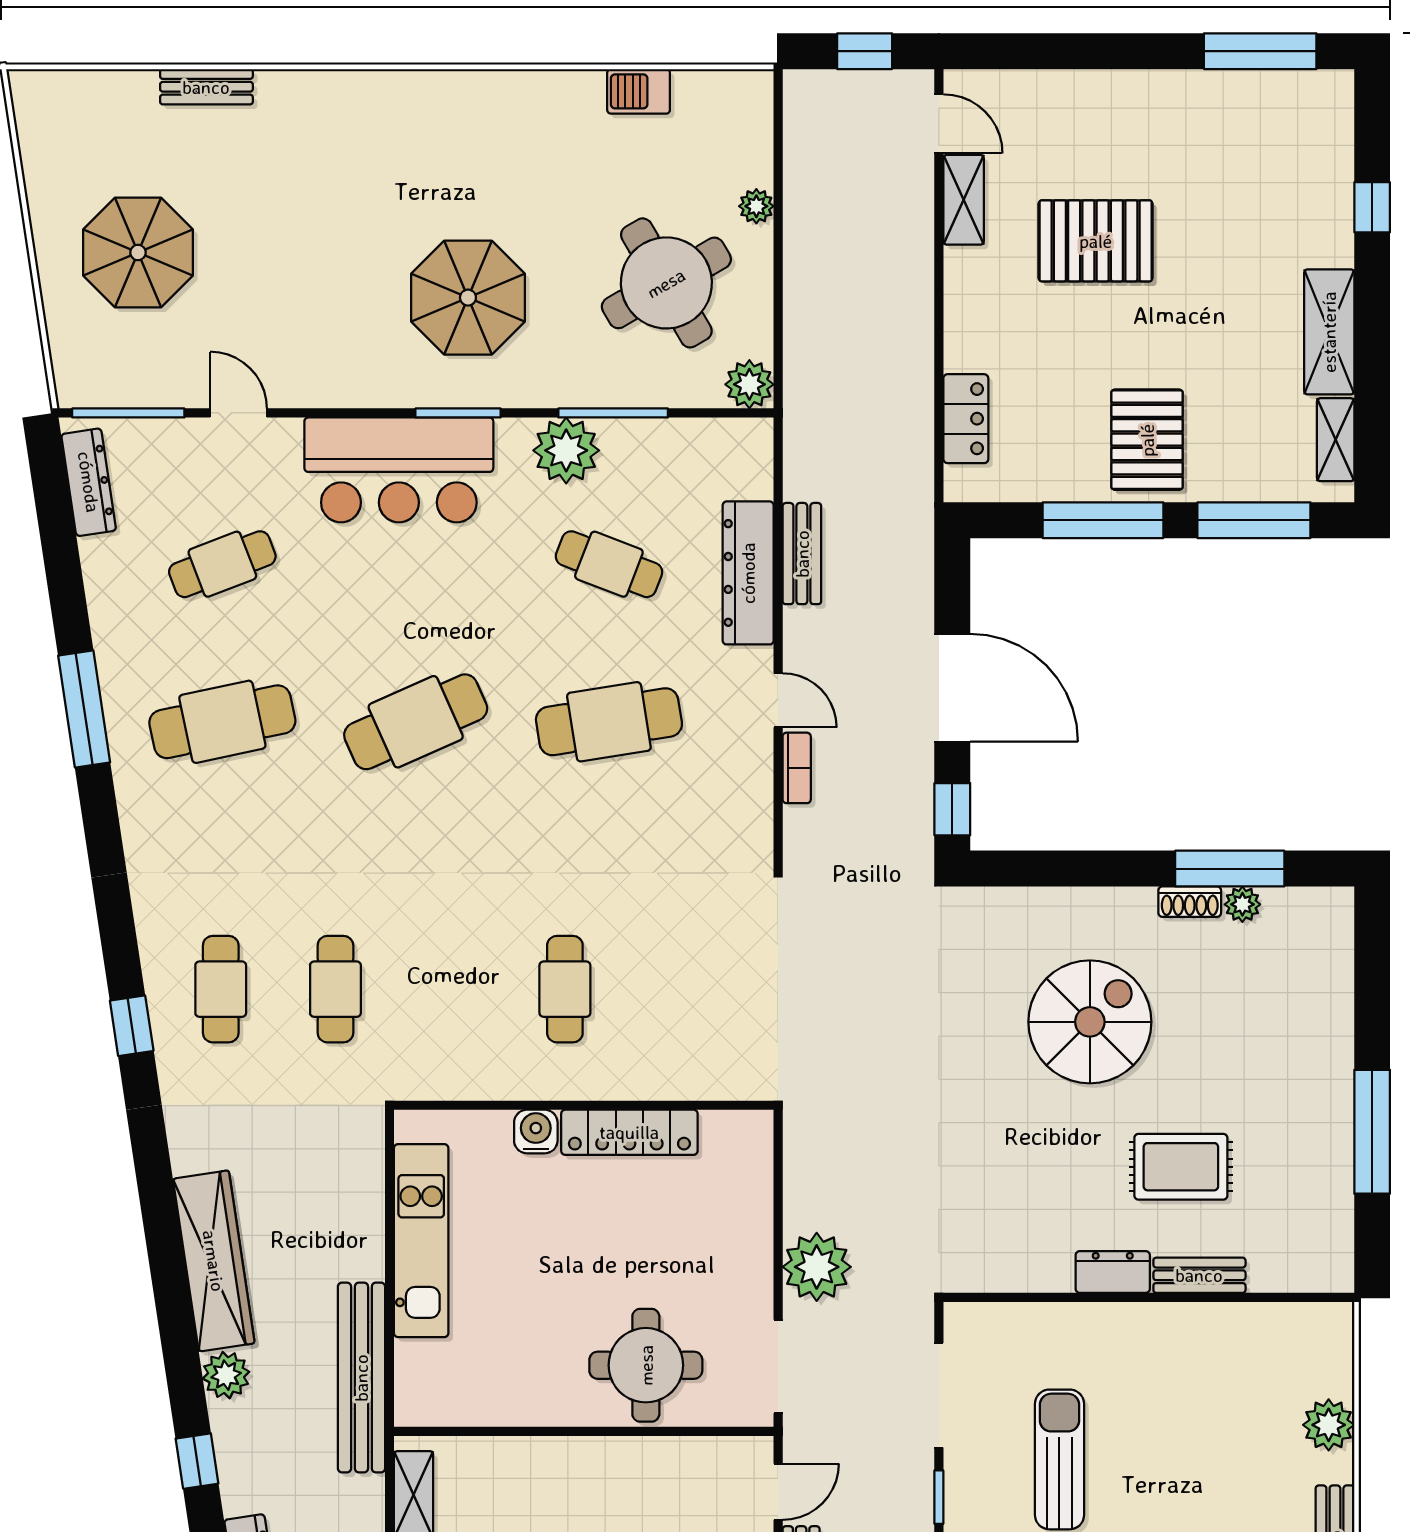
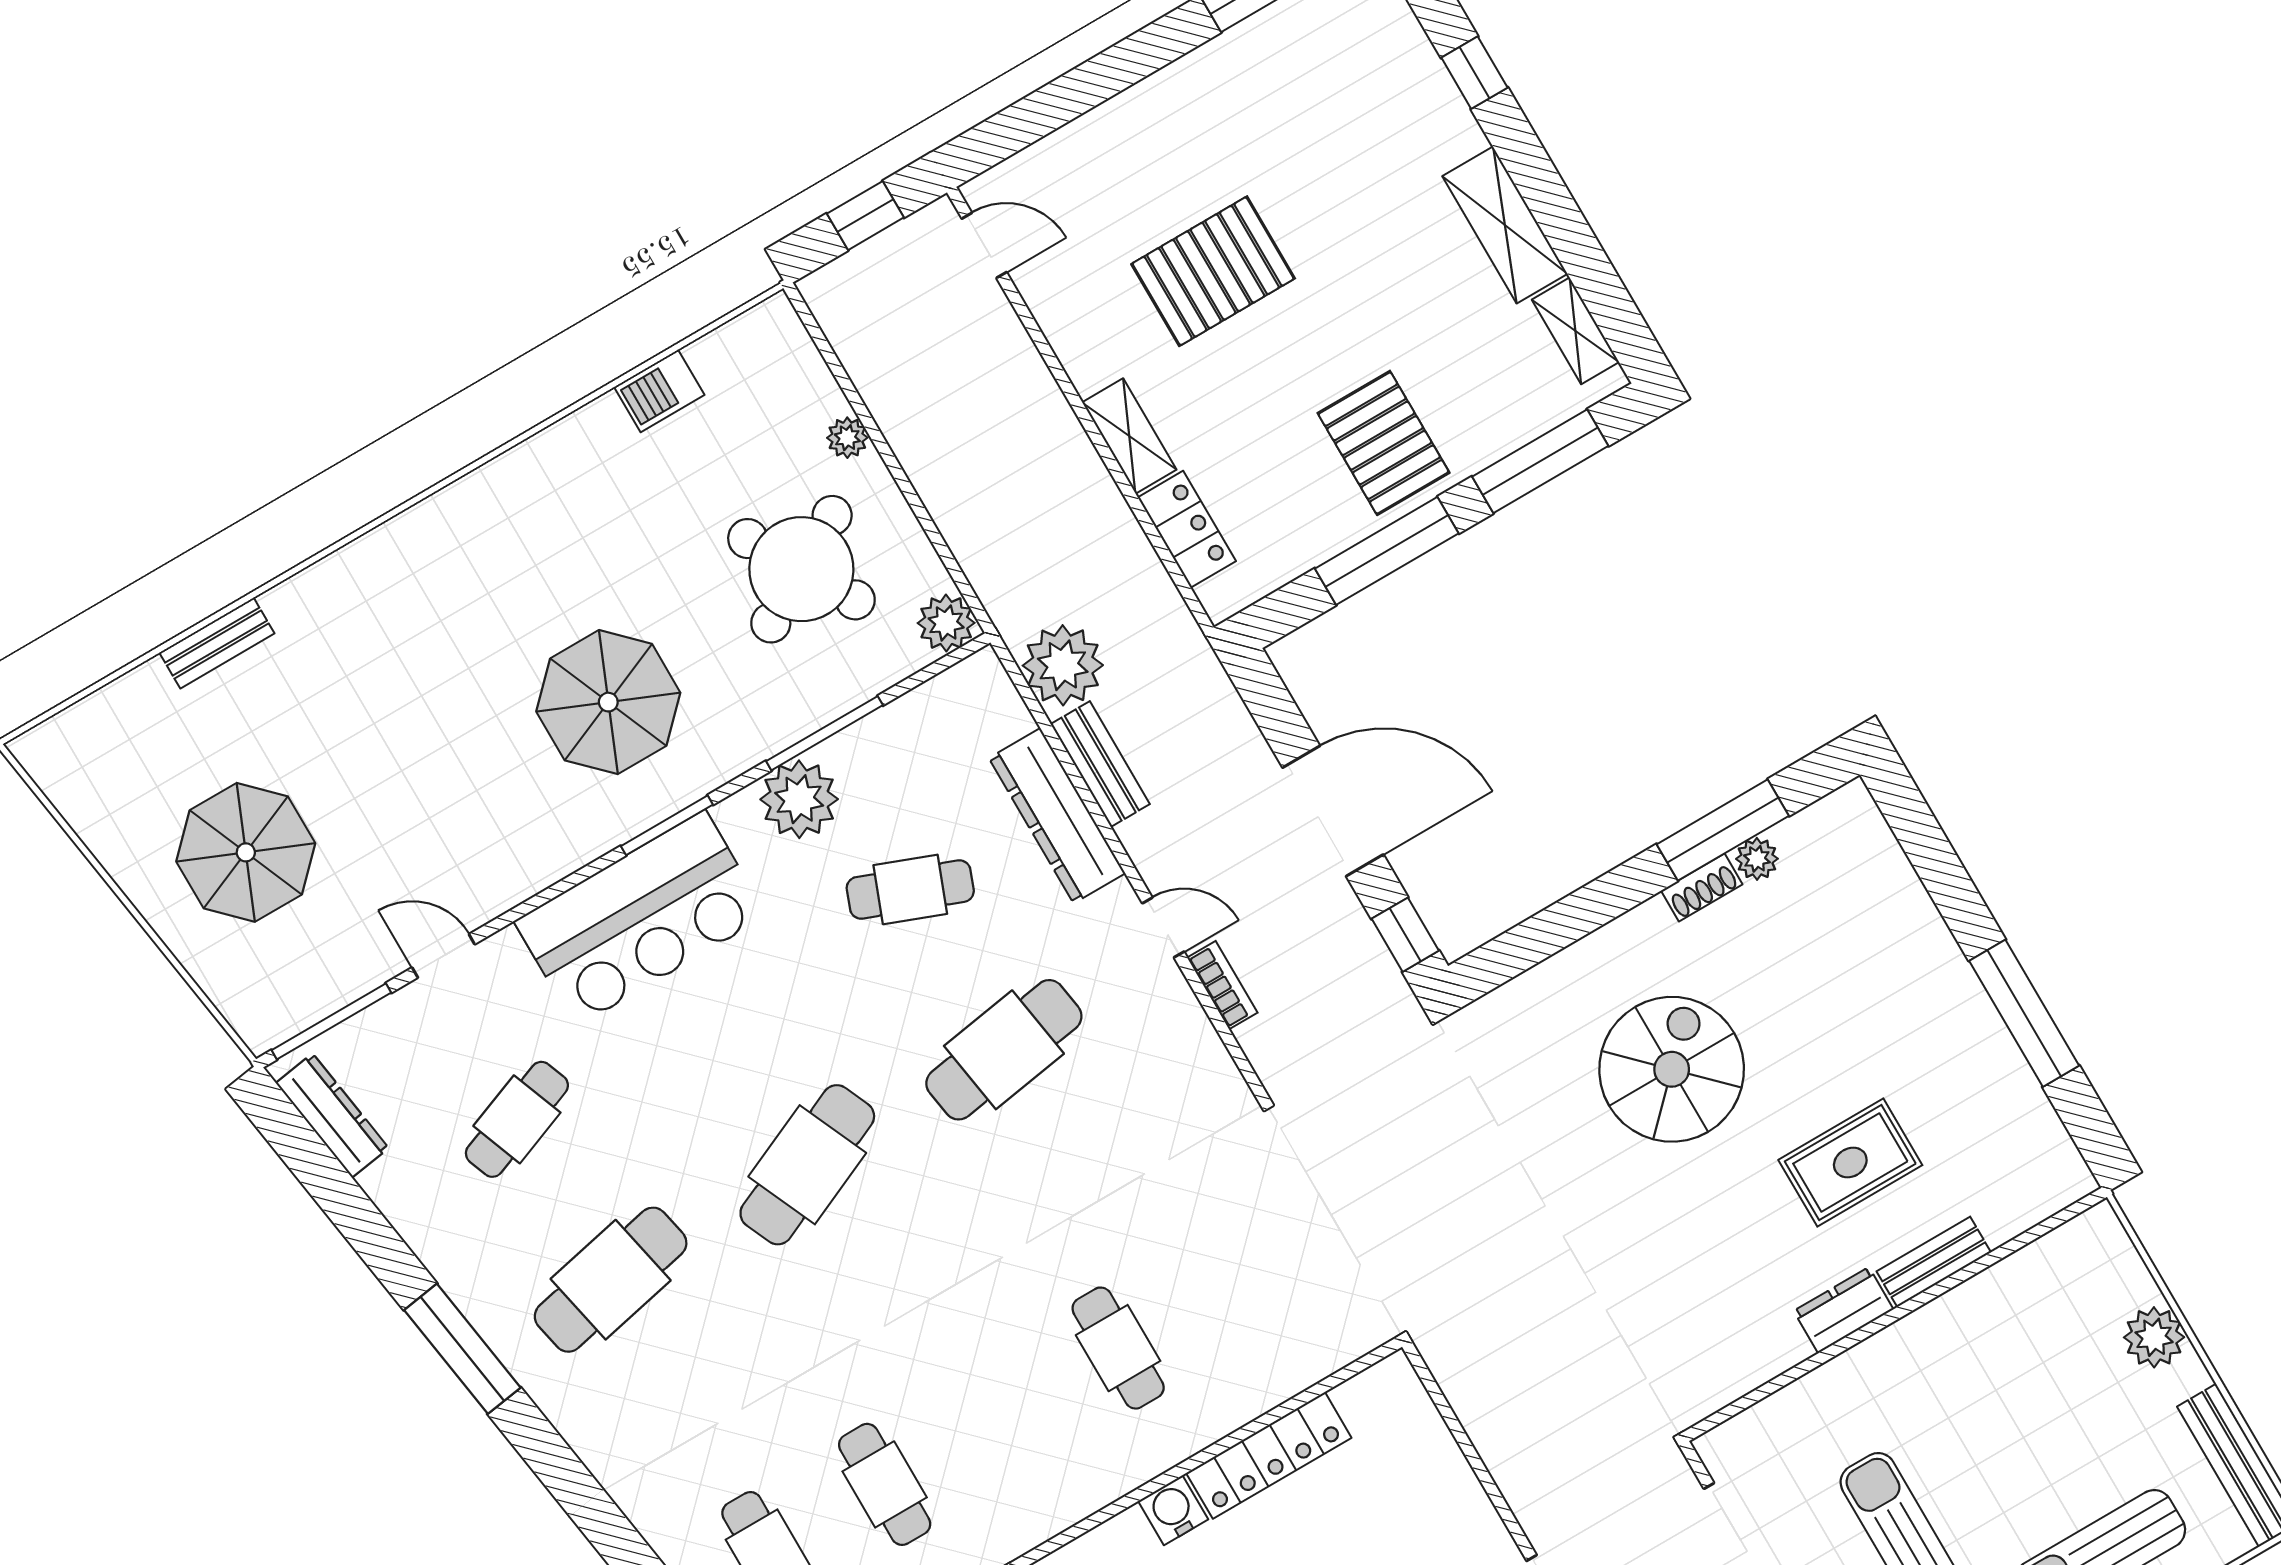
shelving: (964, 200) -> (1129, 436), moved
plant: (817, 1267) -> (1063, 665), moved

